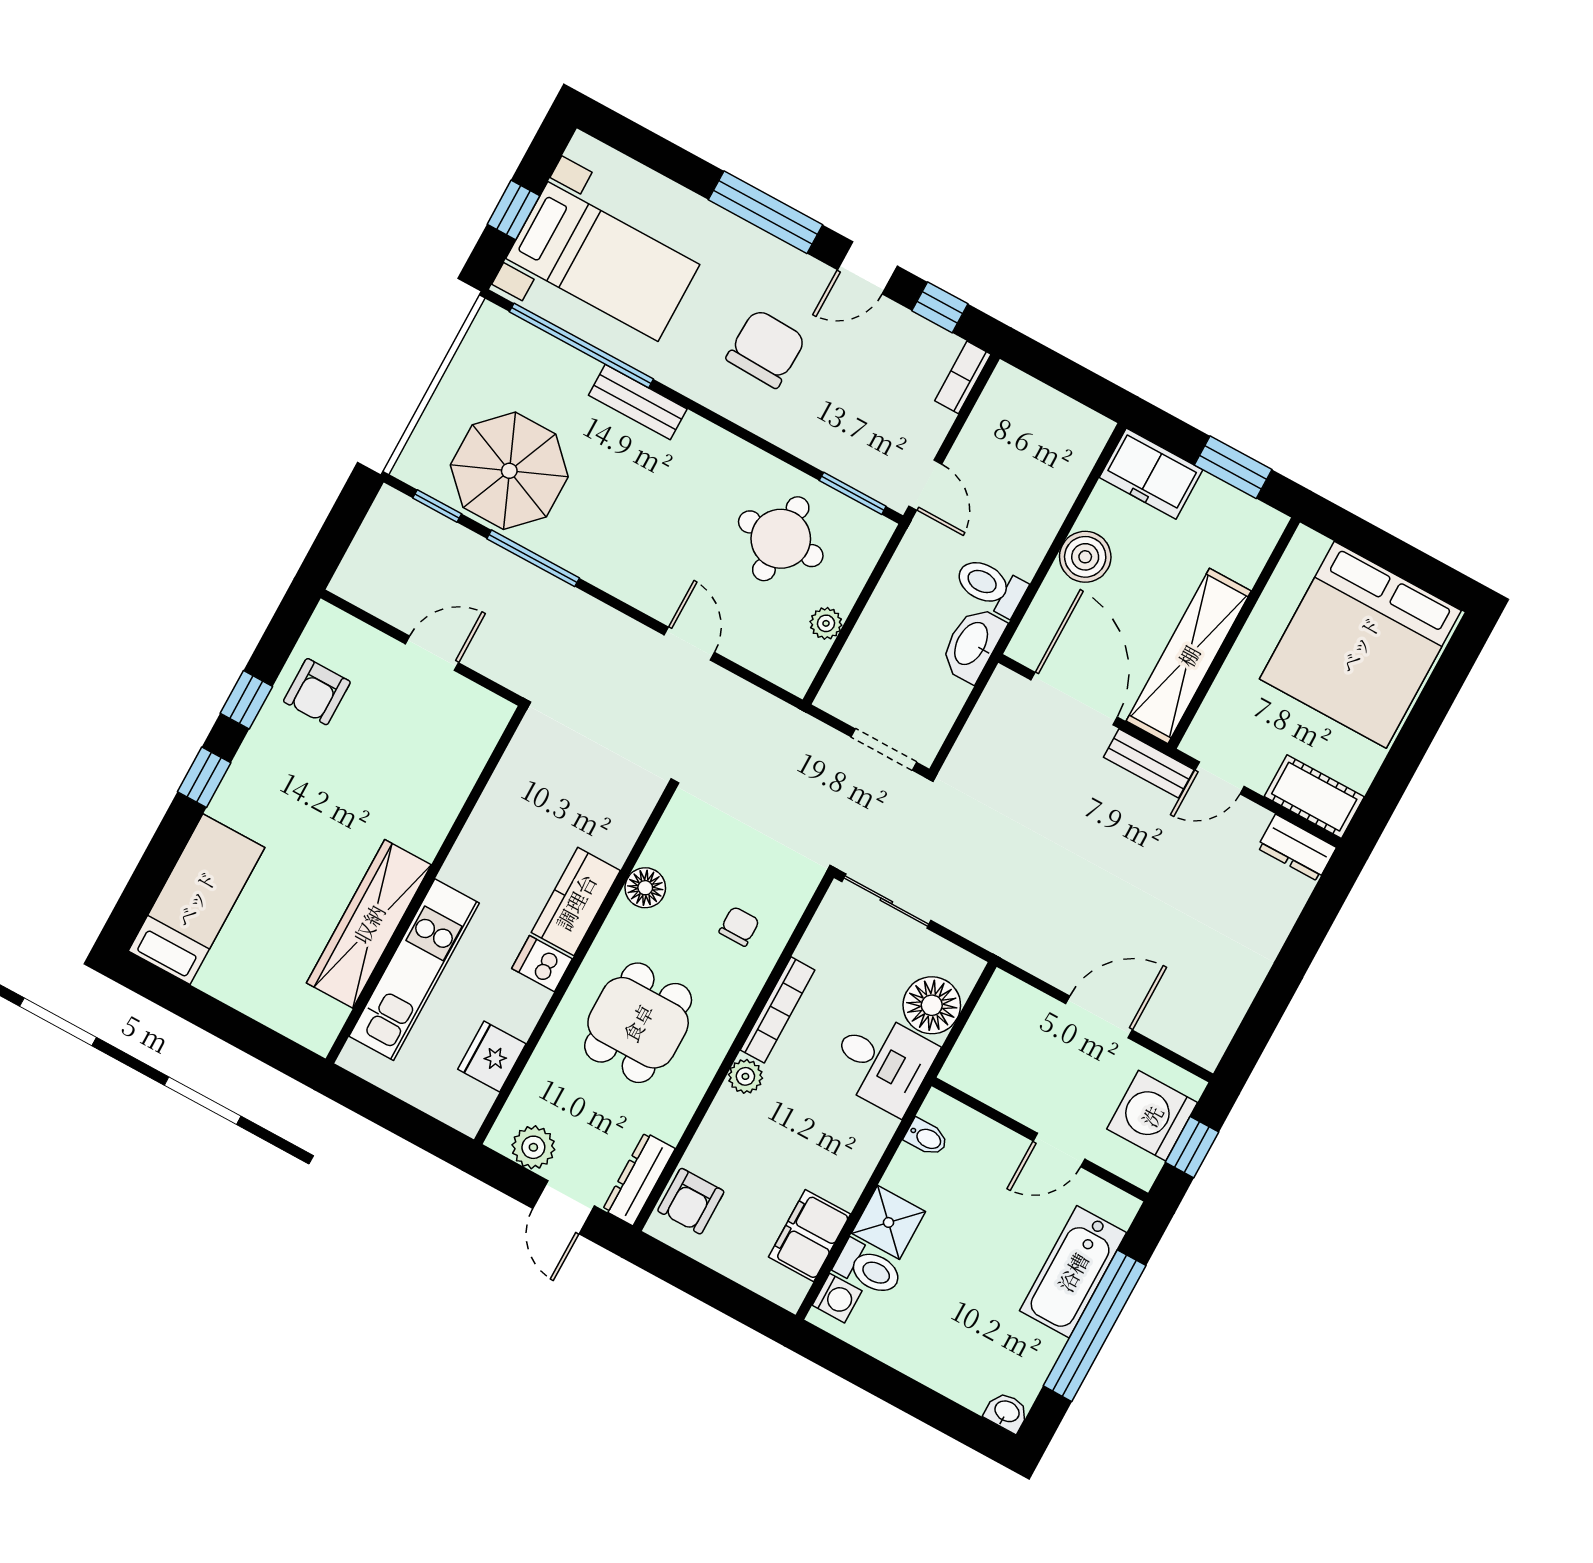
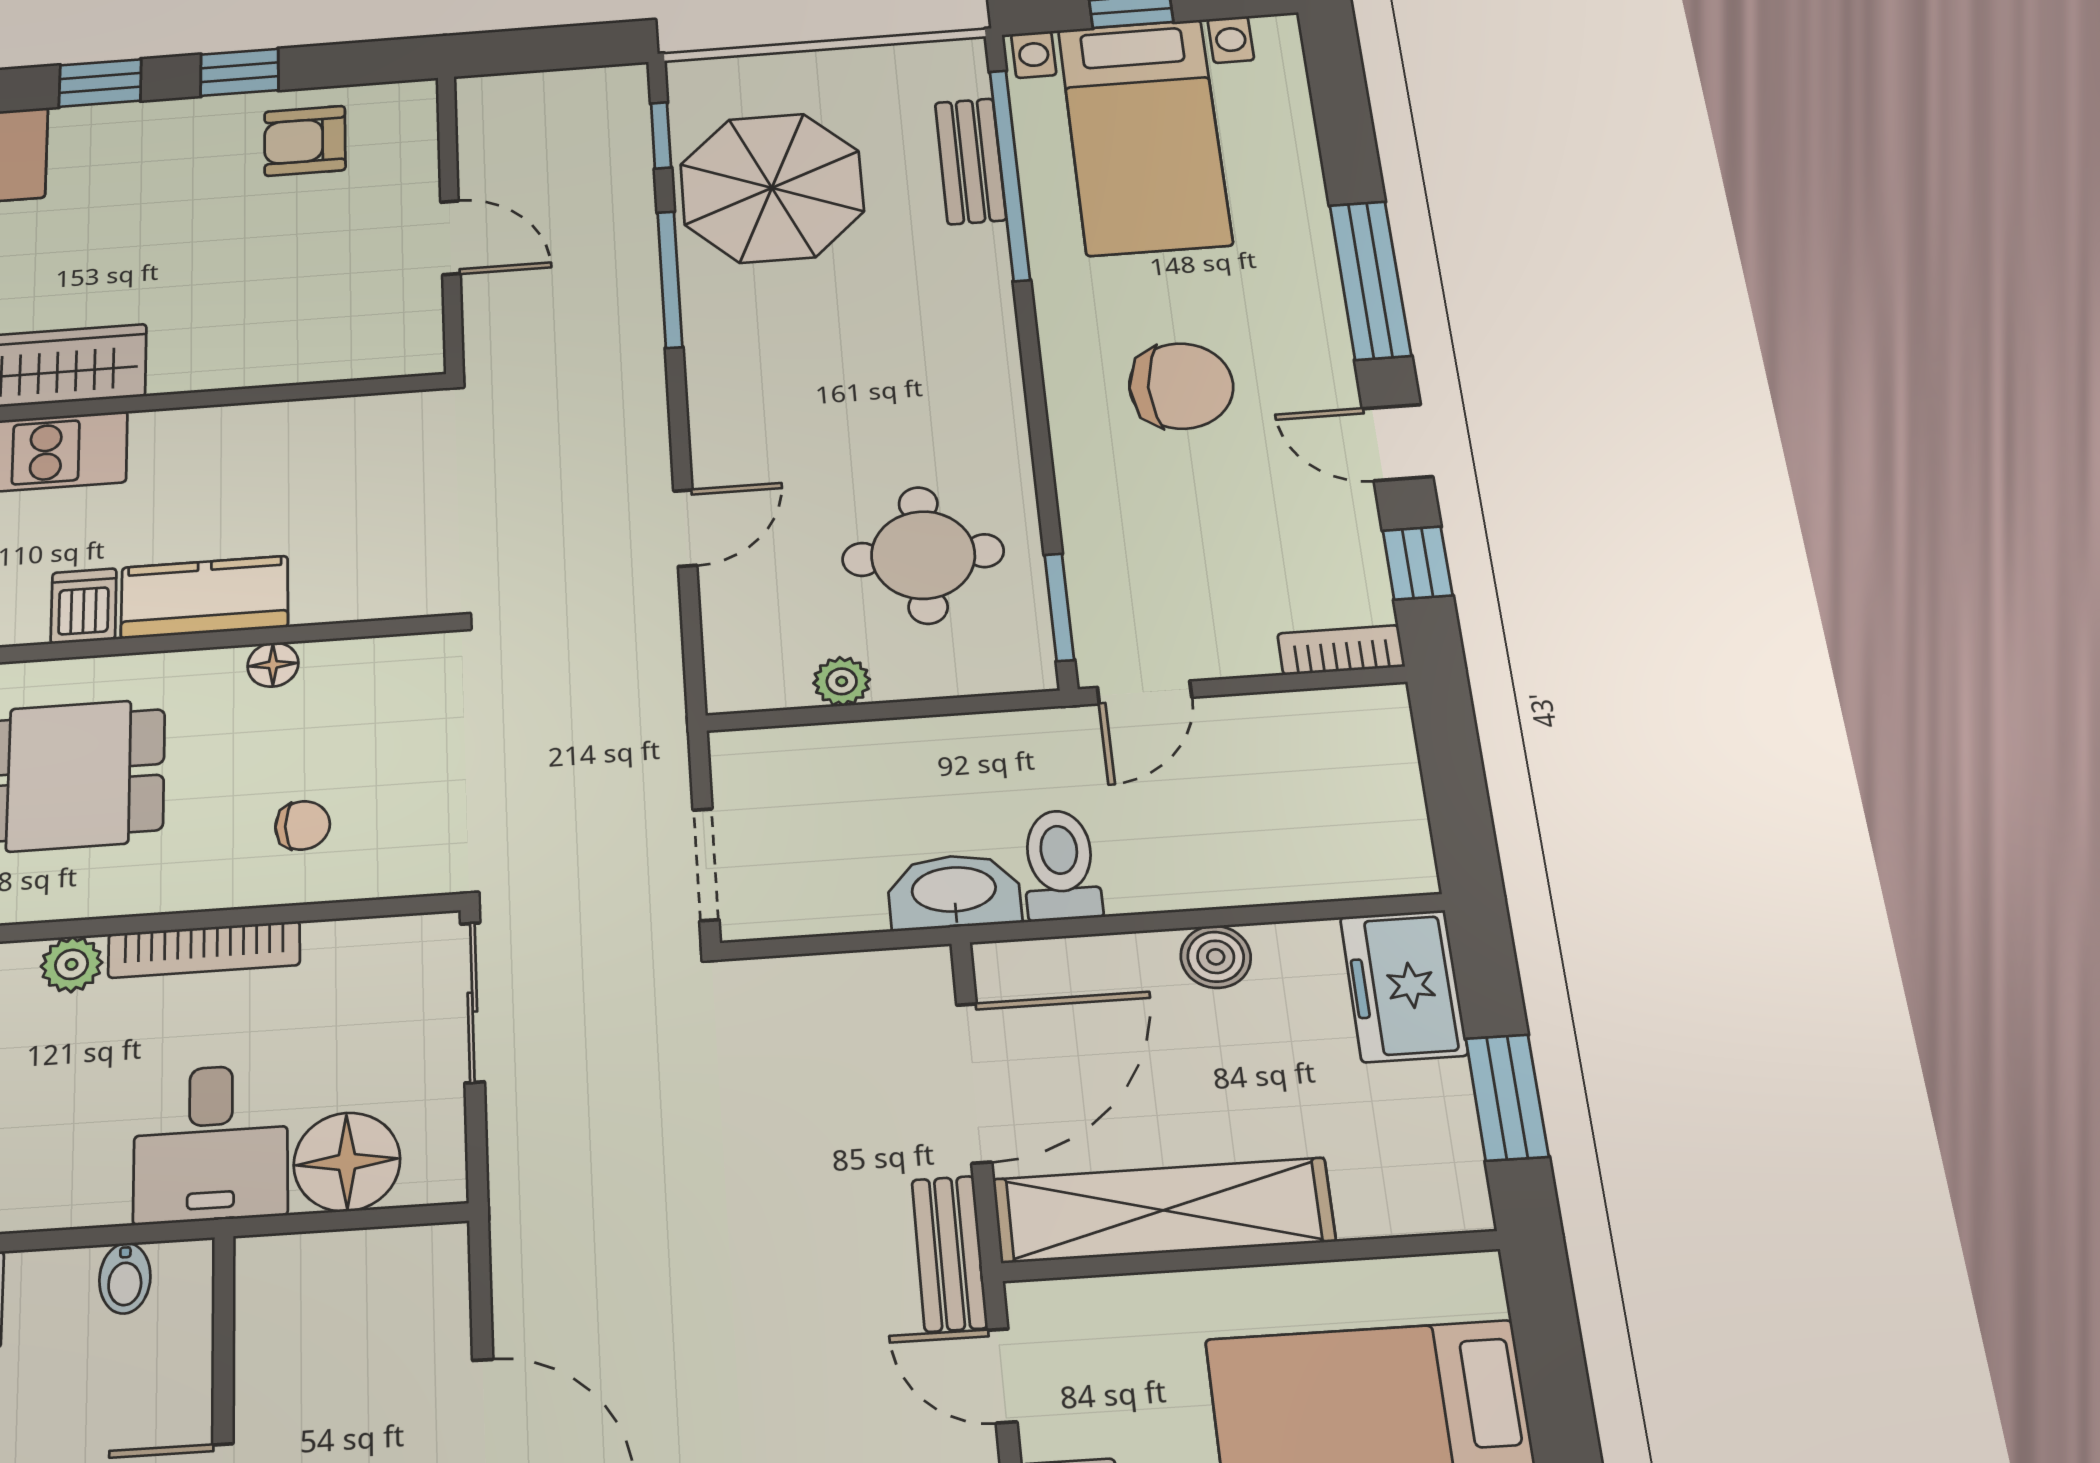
bench: (638, 402) -> (970, 161), moved
boiler: (1085, 557) -> (1216, 957), width x0.73, depth x0.73
floor lamp: (645, 888) -> (273, 665), width x0.73, depth x0.73

